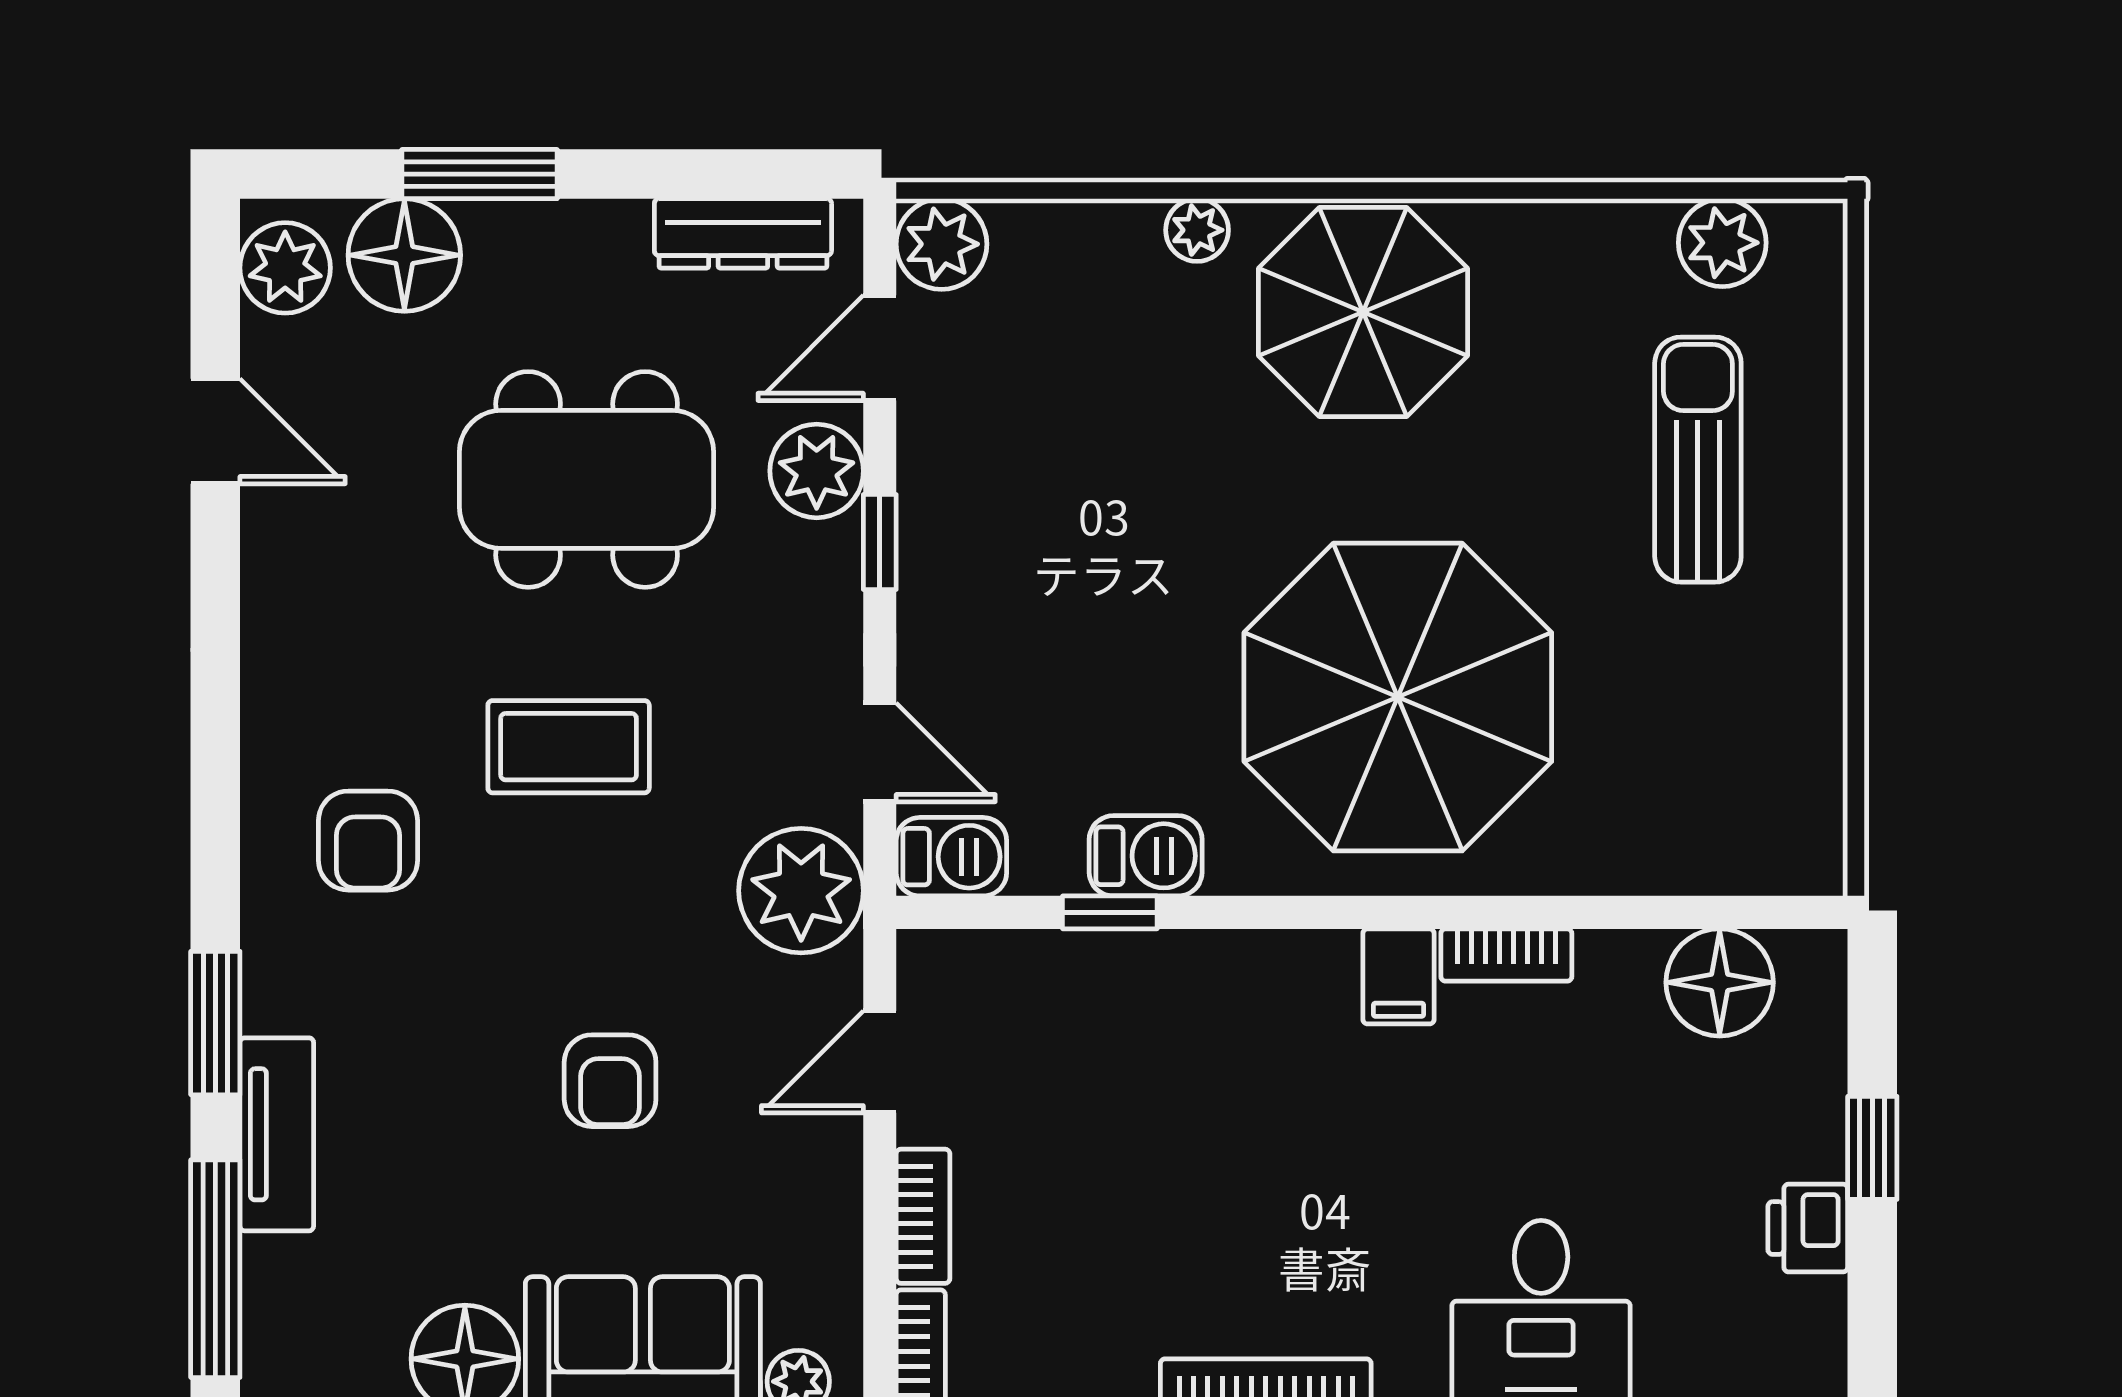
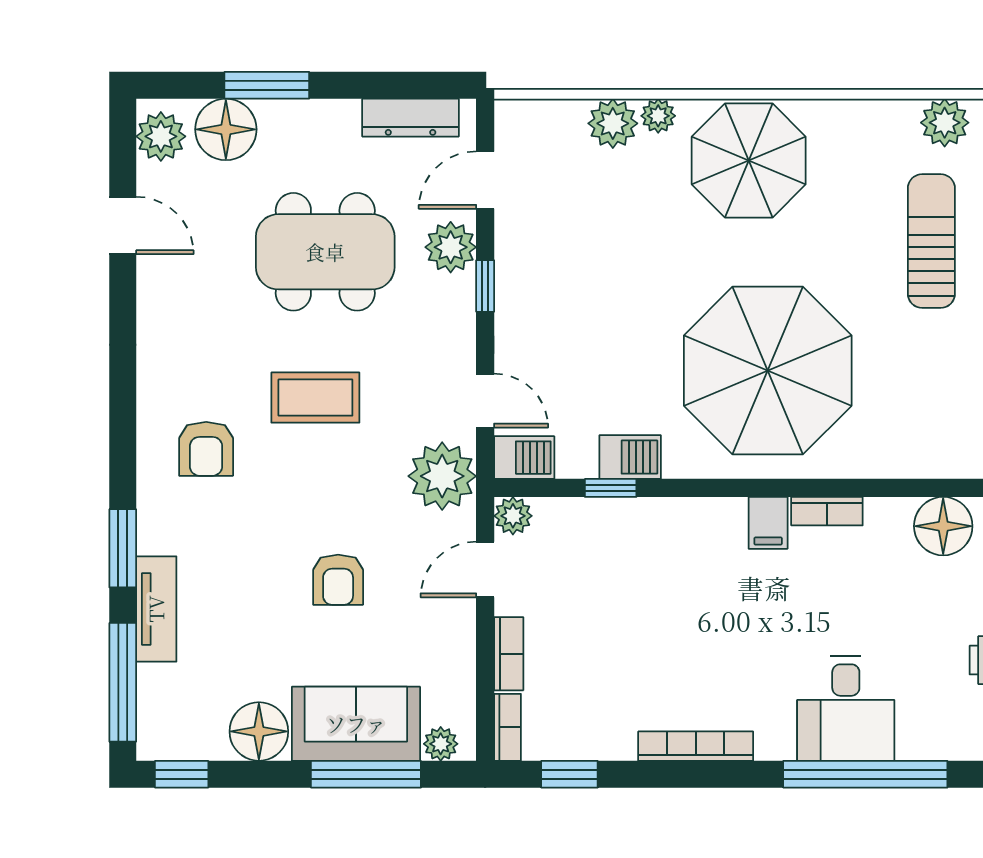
plant: (942, 244) -> (613, 123), moved
plant: (931, 963) -> (513, 516), added

